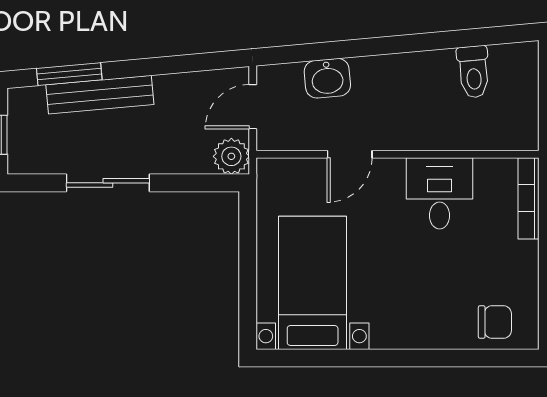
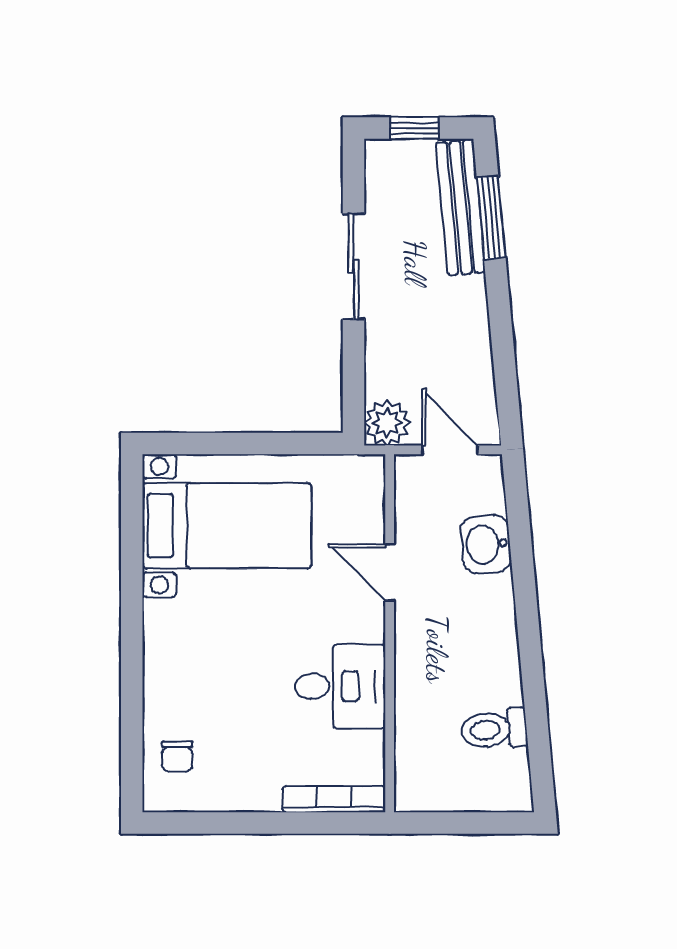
bench: (100, 95) -> (461, 207), moved
chair: (495, 322) -> (177, 756), width x0.73, depth x0.73

